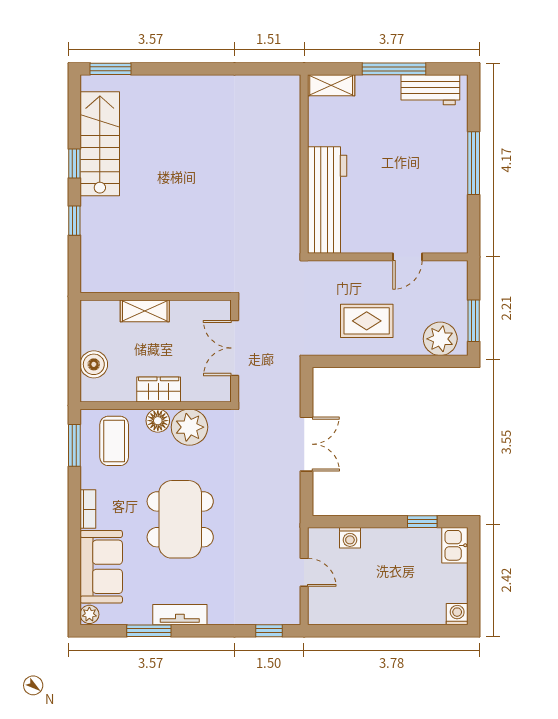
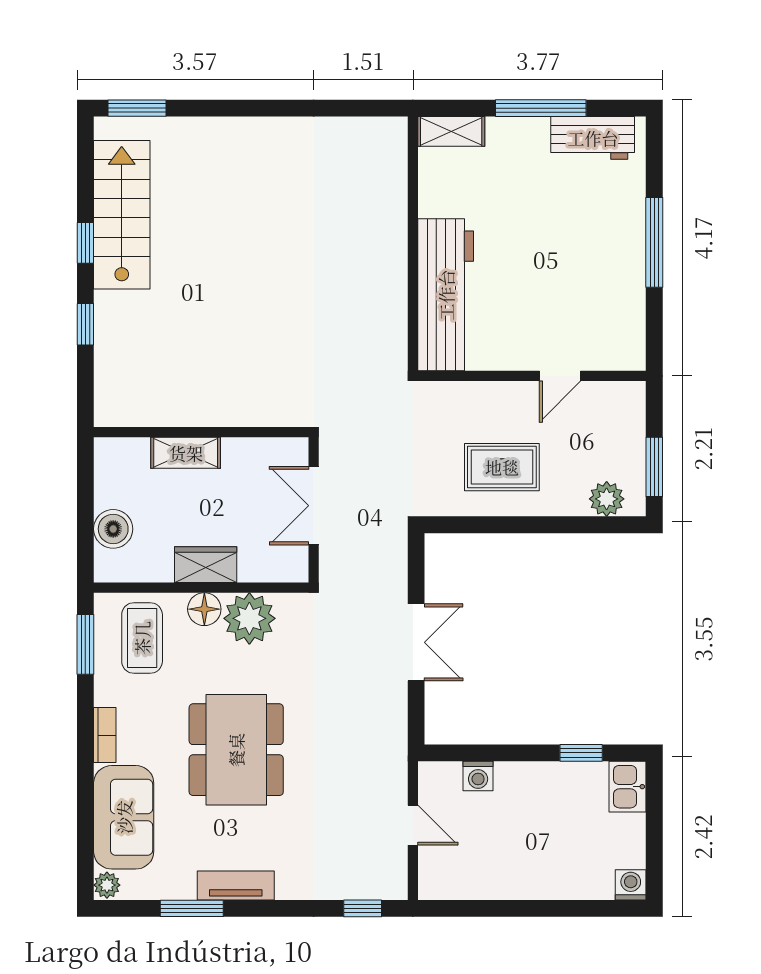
plant: (440, 339) -> (607, 499), width x0.73, depth x0.73

